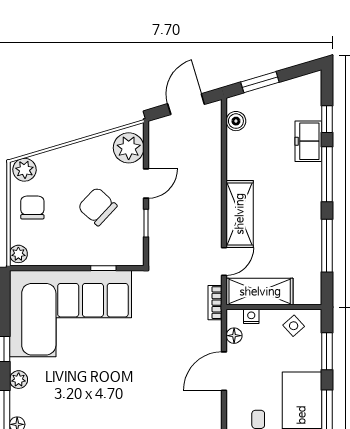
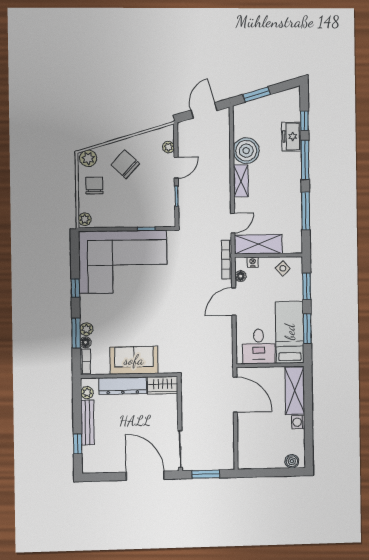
boiler: (236, 121) -> (246, 151), moved, width x1.86, depth x1.86
plant: (129, 148) -> (168, 147), width x0.53, depth x0.53
chair: (97, 206) -> (125, 164), moved
shelving: (240, 214) -> (241, 181), width x0.67, depth x0.75
bookcase: (215, 303) -> (227, 260), width x1.56
plant: (19, 380) -> (86, 329), moved

